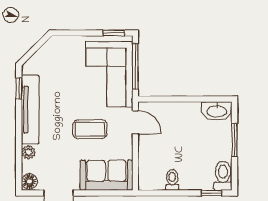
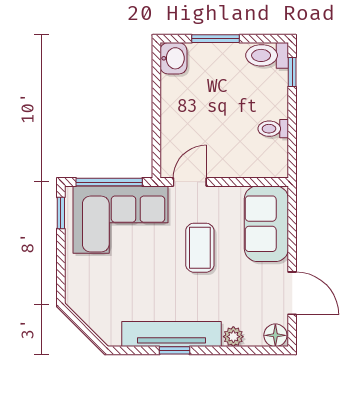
window: (19, 88) -> (174, 350), moved
washbasin: (217, 111) -> (173, 58), width x0.72

